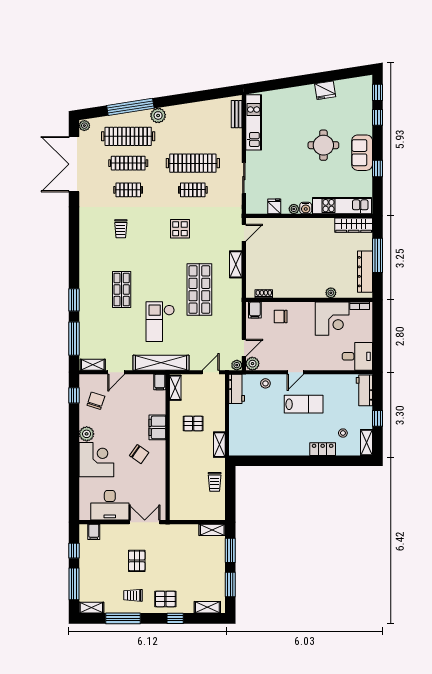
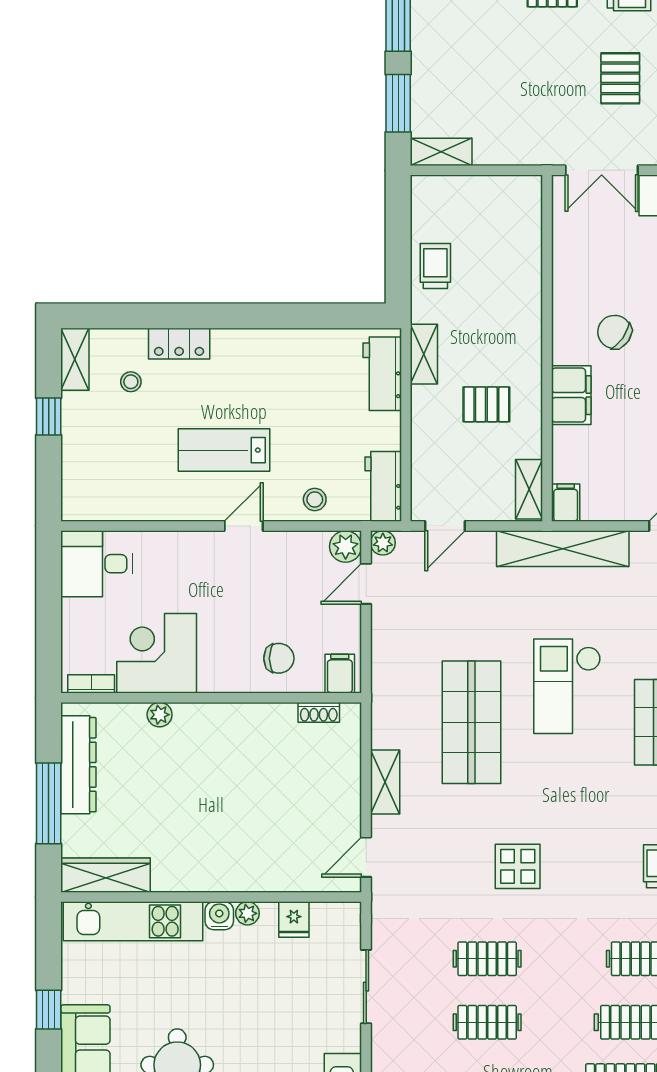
clothes rail: (193, 163) -> (487, 1022), width x0.54, depth x0.76
checkout: (160, 322) -> (567, 686), moved, turned 180
workbench: (364, 390) -> (382, 374), moved, turned 180

